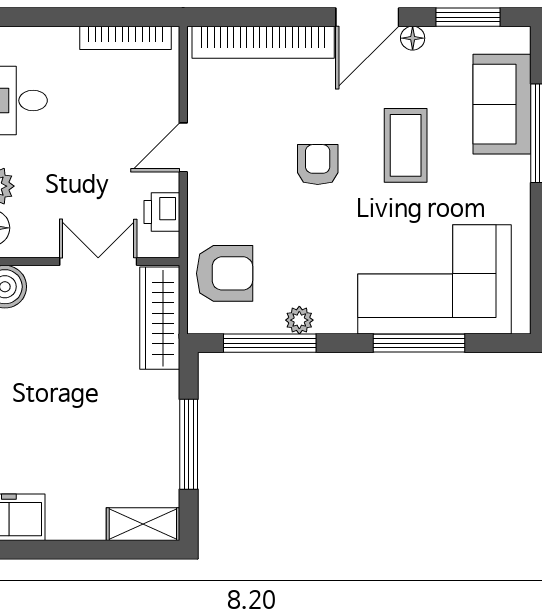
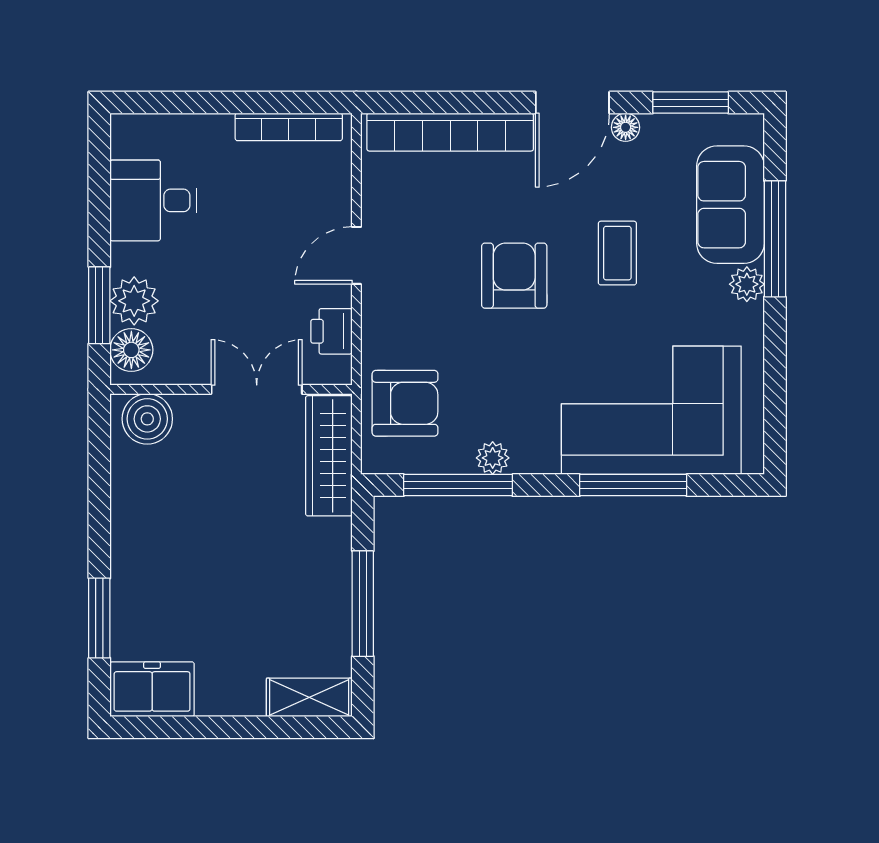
coffee table: (406, 145) -> (617, 253), width x0.73, depth x0.77
armchair: (318, 165) -> (514, 276), width x1.38, depth x1.38
plant: (516, 172) -> (747, 284), added

